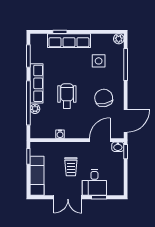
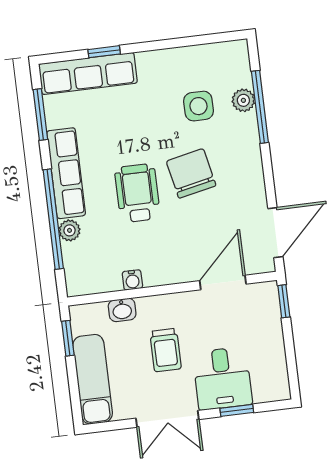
plant: (119, 39) -> (243, 100), moved
row of seats: (69, 41) -> (88, 74), moved
chair: (104, 98) -> (191, 173), moved
washbasin: (118, 147) -> (122, 310), moved

